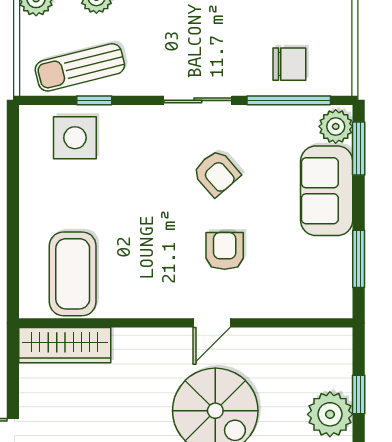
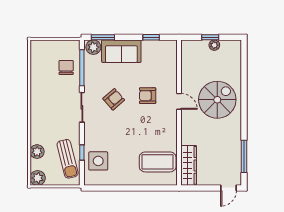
window: (359, 259) -> (151, 37), width x0.67
plant: (330, 414) -> (214, 45), width x0.53, depth x0.53

